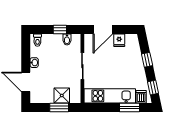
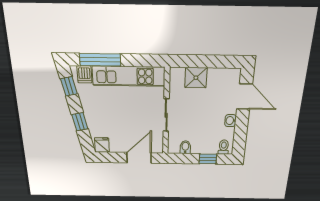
window: (60, 29) -> (208, 159), moved
fridge: (119, 40) -> (102, 145), moved
window: (59, 107) -> (201, 61), removed
window: (129, 107) -> (100, 60), width x1.44

